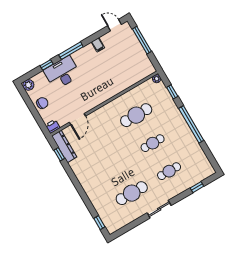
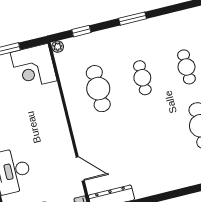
corner desk: (138, 66) -> (34, 67), added
window: (191, 124) -> (133, 19), width x0.47

